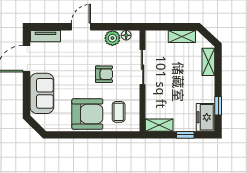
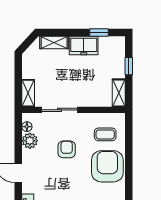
shelving: (182, 36) -> (28, 93), moved
freezer: (205, 117) -> (84, 46), moved

